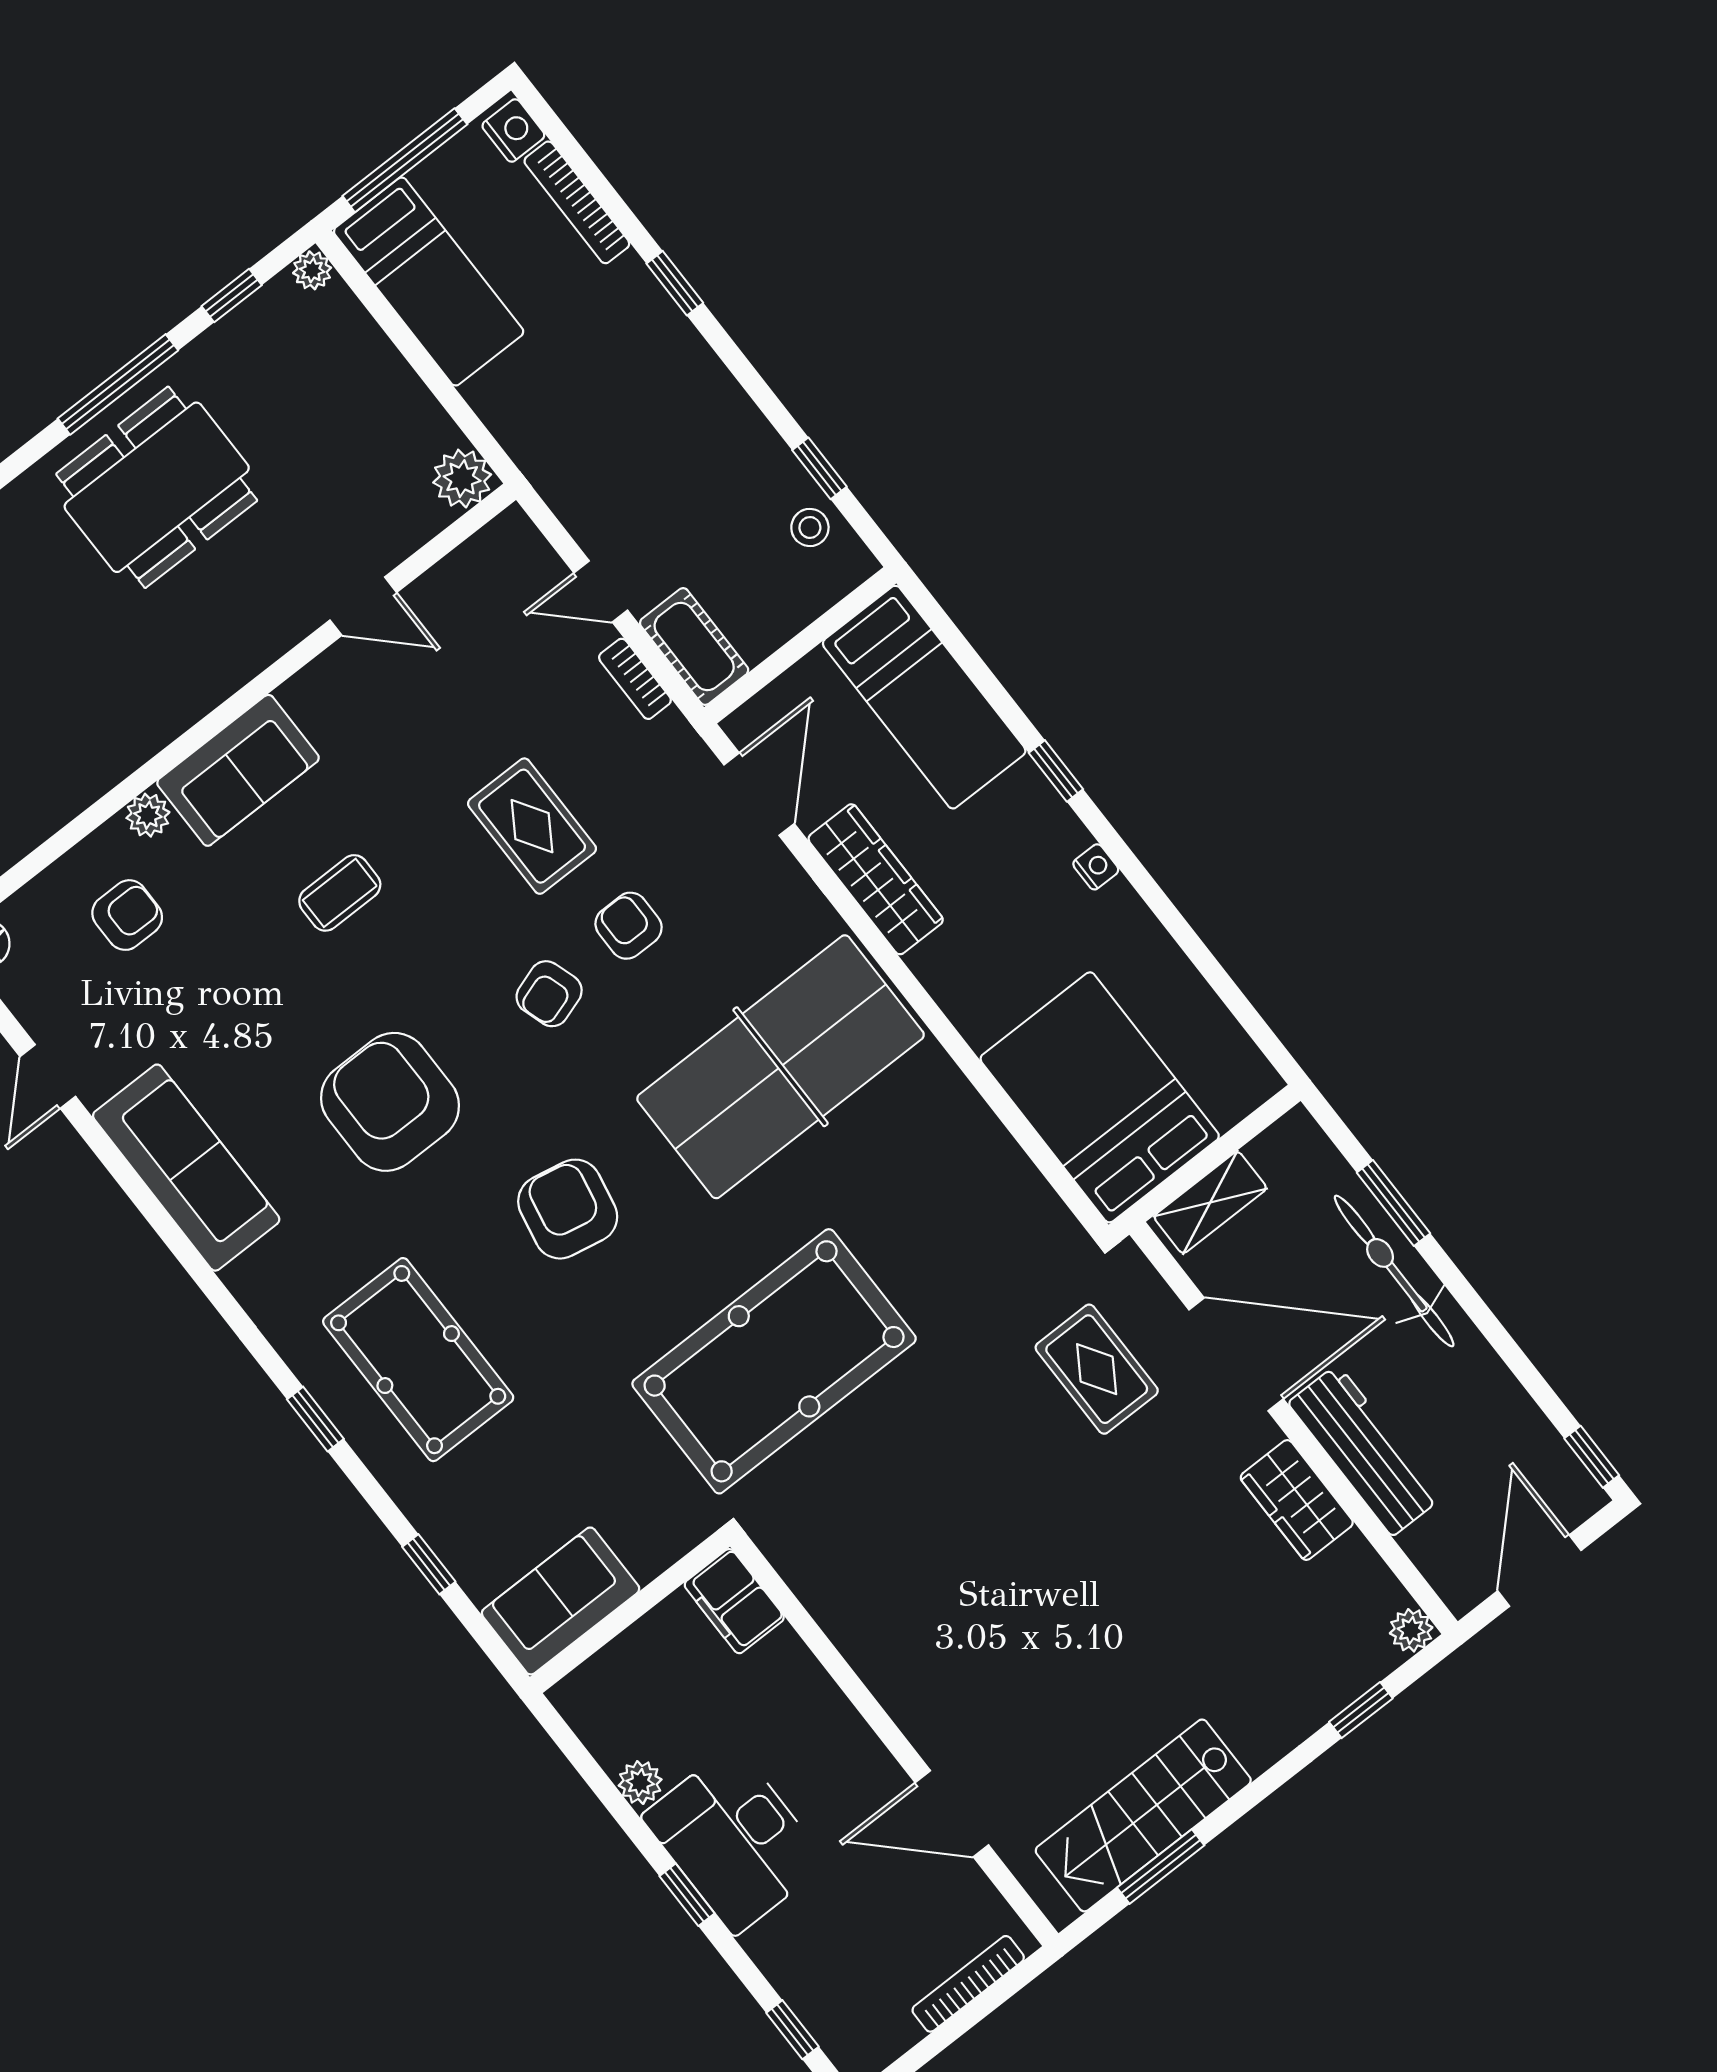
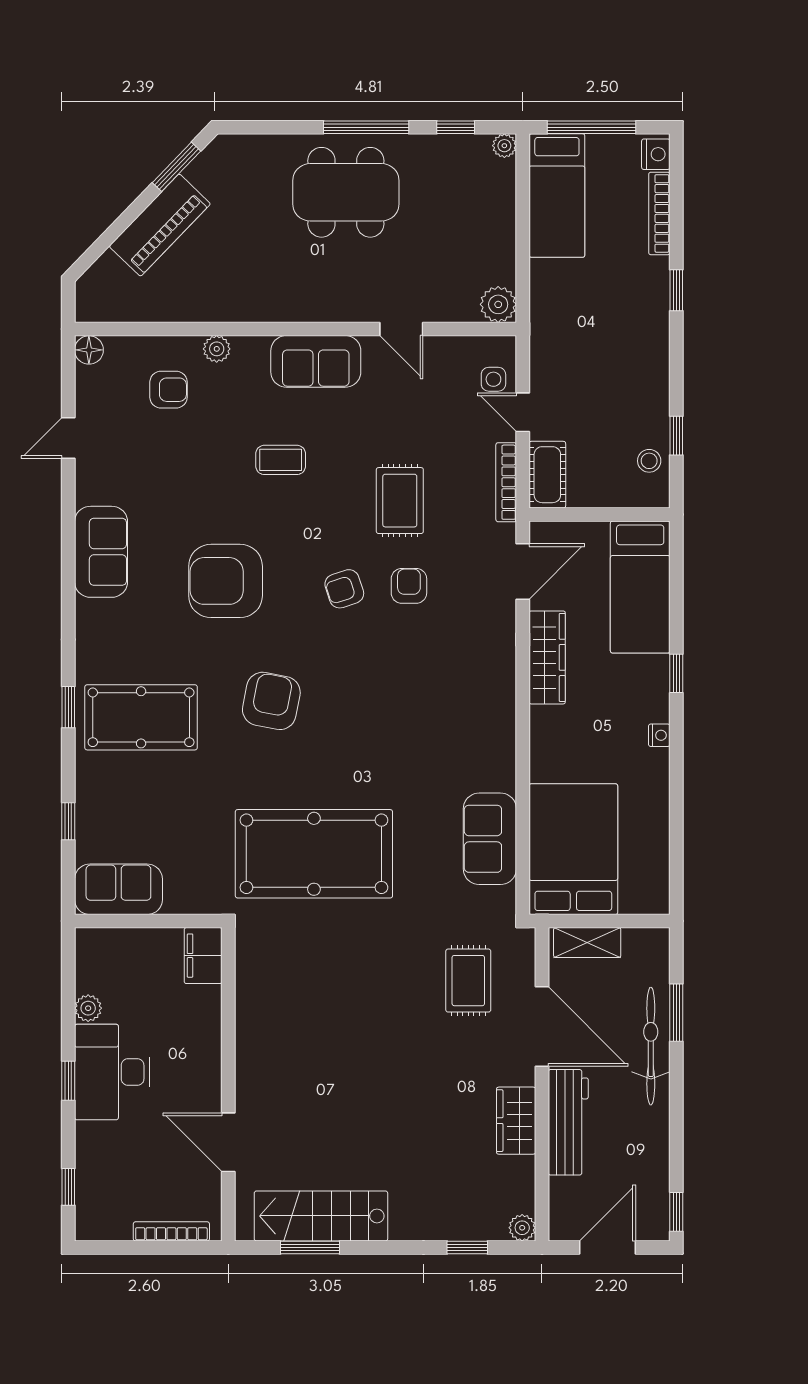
side table: (531, 578) -> (493, 379), added
bookcase: (635, 679) -> (506, 482), width x1.56
sofa: (238, 770) -> (316, 361), moved
table tennis table: (781, 1067) -> (429, 713), removed
armchair: (390, 1102) -> (226, 581), turned -90
sofa: (983, 1167) -> (490, 839), added
sofa: (186, 1168) -> (101, 552), width x0.73
pool table: (418, 1360) -> (141, 717), turned 90

